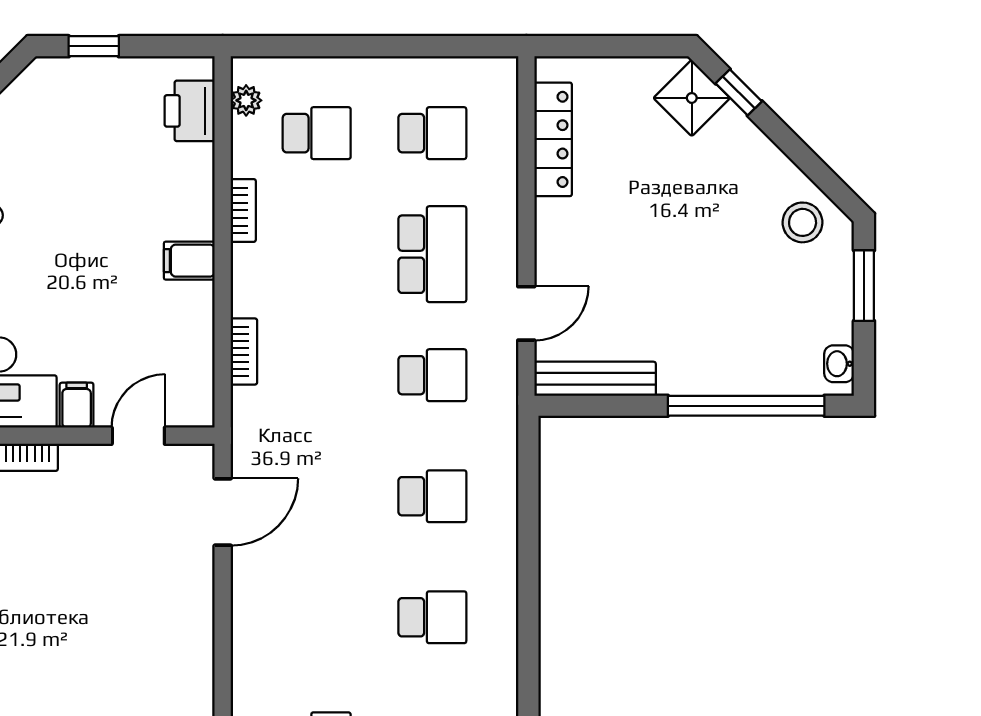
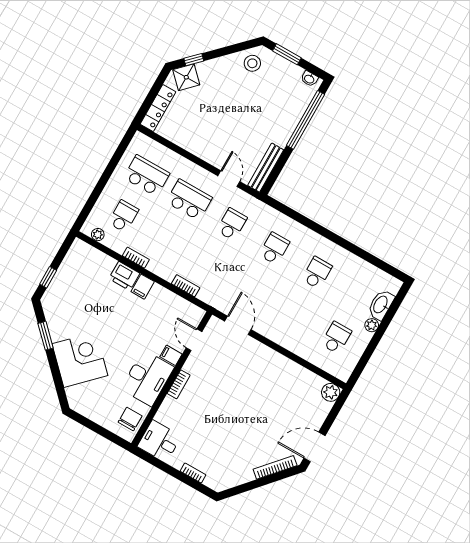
printer: (190, 111) -> (124, 276), moved
school desk: (432, 133) -> (147, 176), width x1.85
locker: (553, 139) -> (158, 108), moved, turned 90

